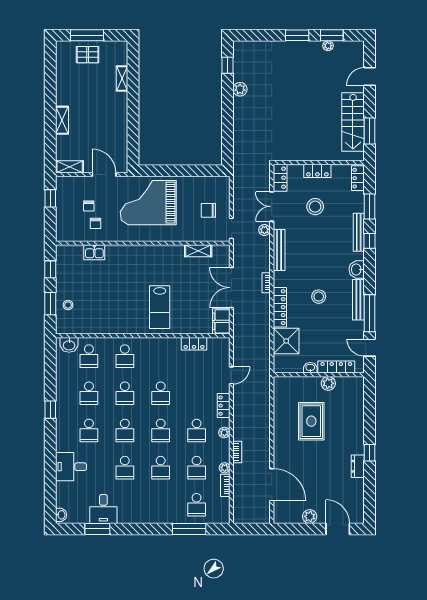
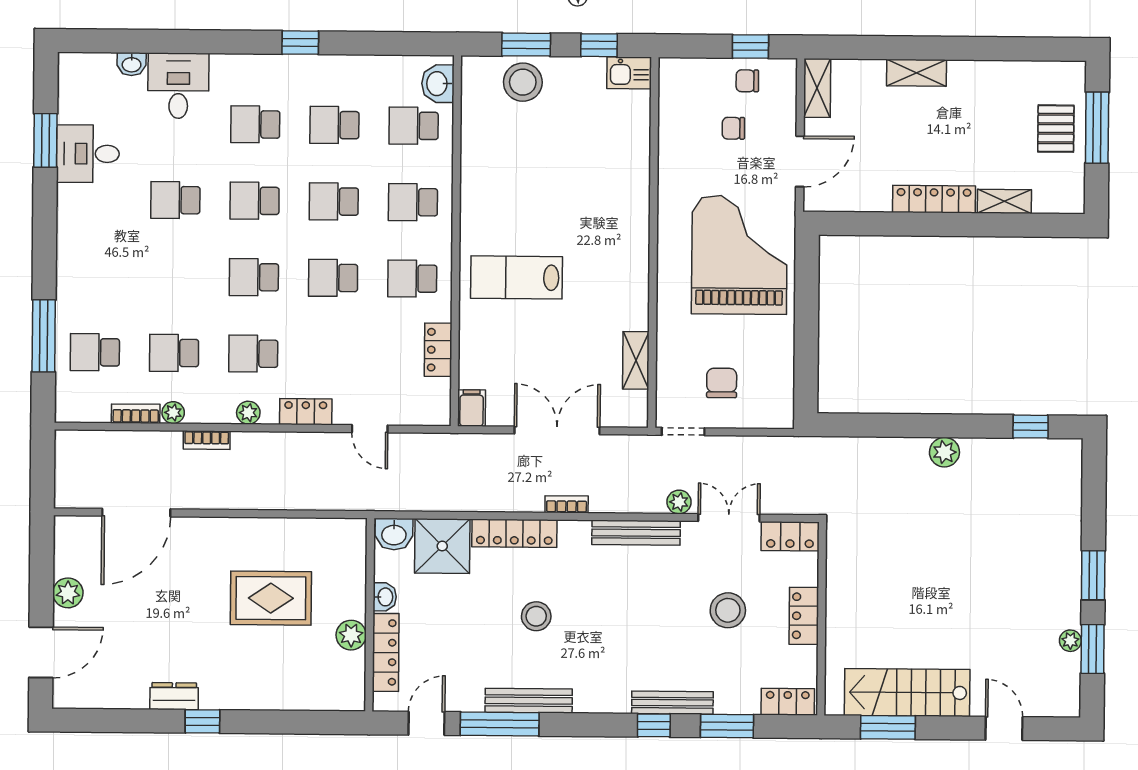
plant: (240, 89) -> (944, 452), moved
locker: (121, 112) -> (934, 199), added
chair: (96, 223) -> (747, 81), moved
kitchen sink: (94, 252) -> (629, 73), moved, turned -90
washbasin: (357, 269) -> (394, 534), moved, turned 180
stool: (68, 305) -> (523, 82), width x1.89, depth x1.89
filing cabinet: (221, 321) -> (472, 408), width x0.50
school desk: (161, 468) -> (412, 279), moved
washbasin: (61, 515) -> (132, 64), moved

